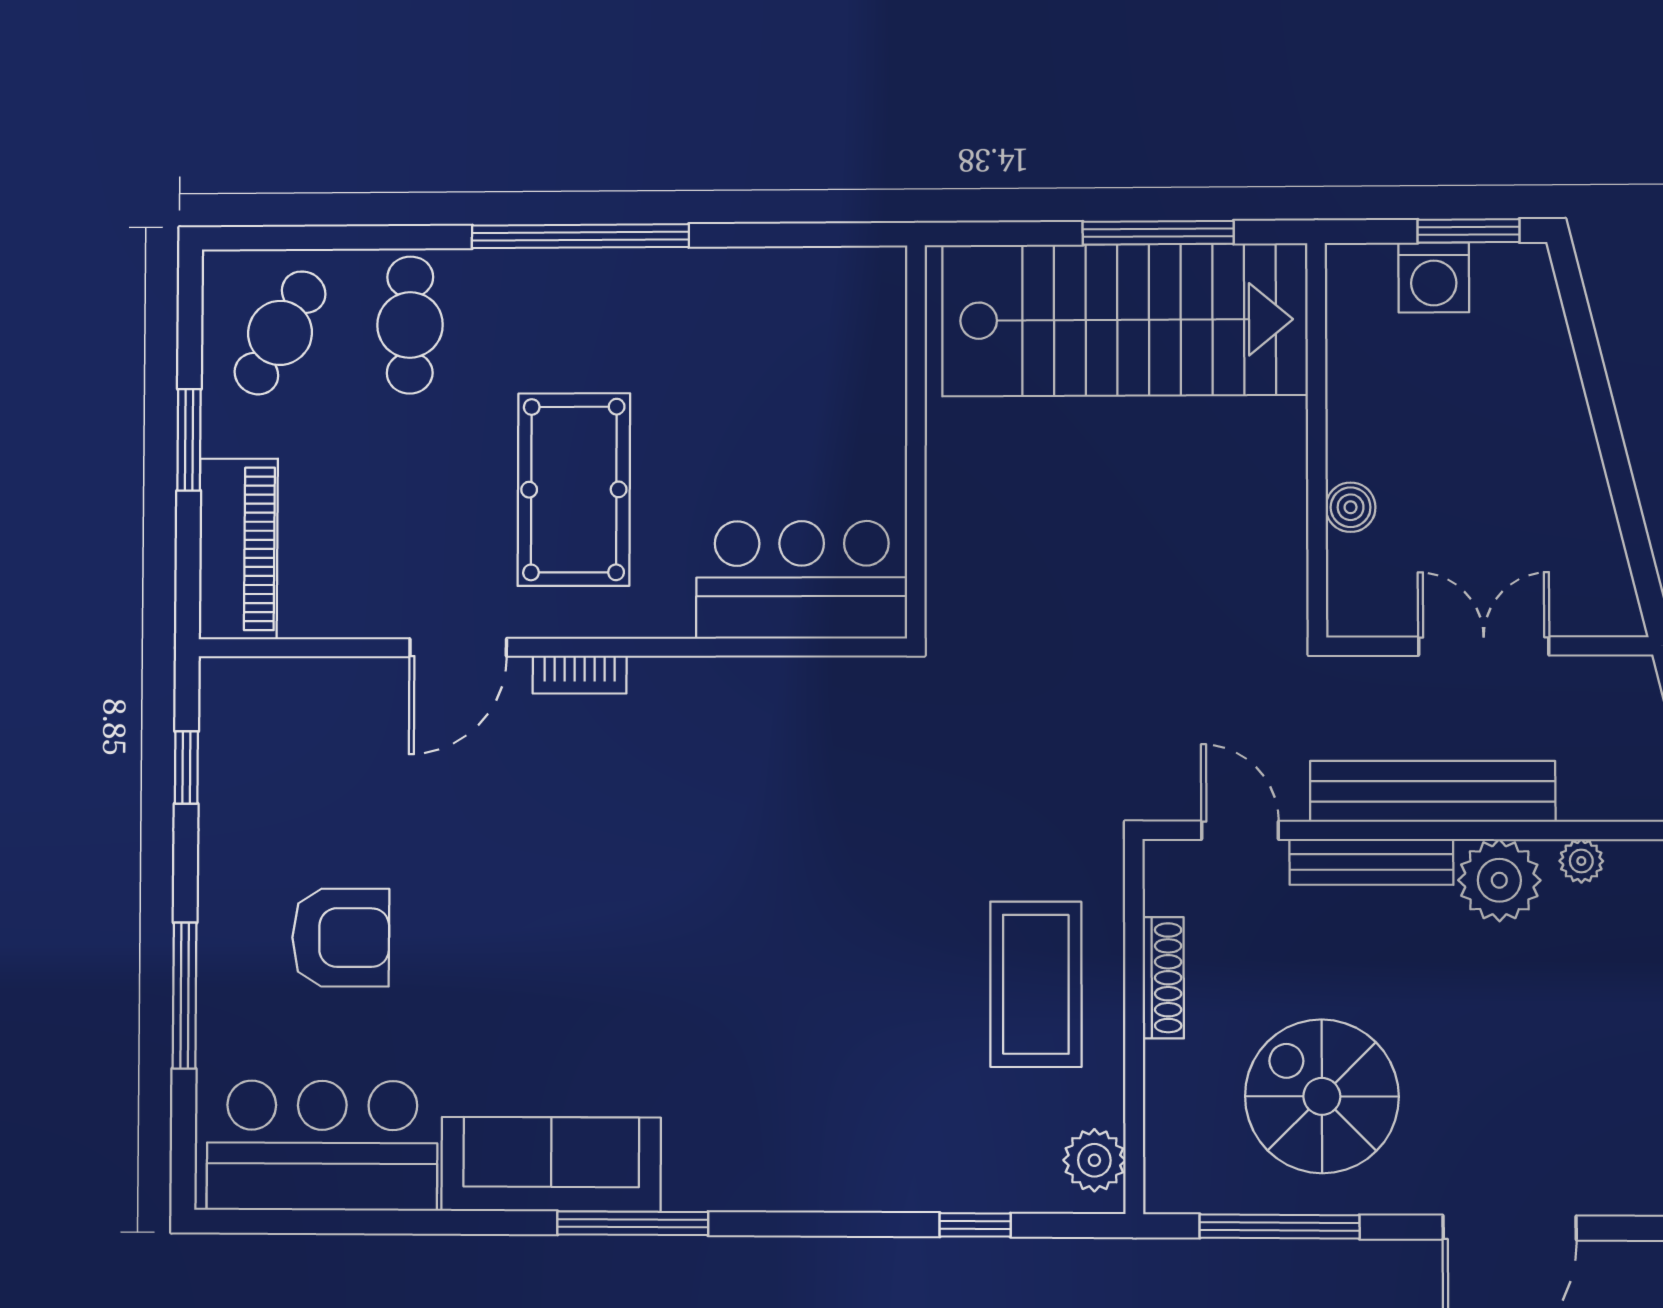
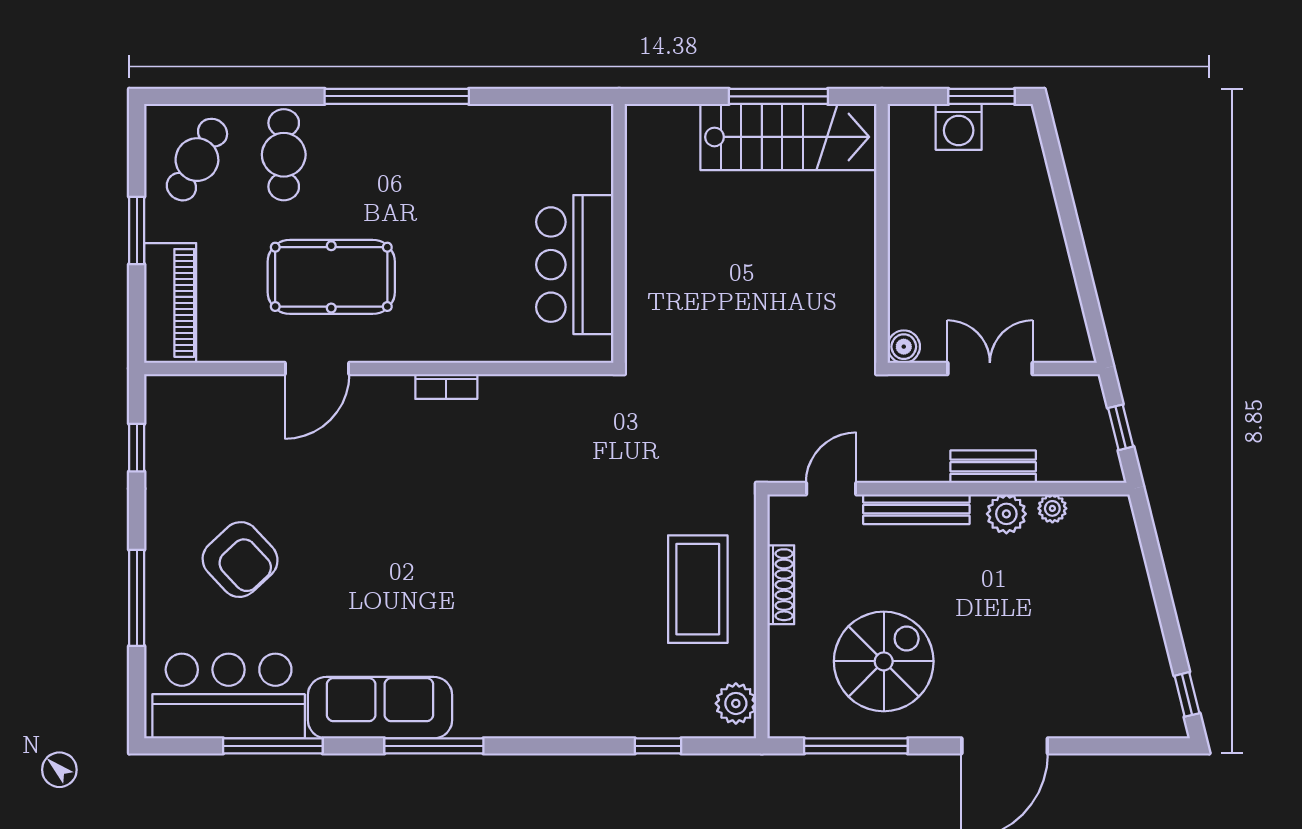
stairs: (1125, 320) -> (788, 137), width x0.73, depth x0.66
pool table: (574, 490) -> (331, 277), moved, turned 90
boiler: (1351, 507) -> (904, 347), moved
bar counter: (802, 580) -> (575, 265), moved, turned -90
bookcase: (580, 675) -> (446, 387), moved
bench: (1433, 791) -> (993, 467), width x0.54, depth x0.82
door: (1240, 830) -> (831, 489), hinge flipped
plant: (1499, 880) -> (1006, 514), width x0.73, depth x0.73
armchair: (341, 938) -> (240, 560), turned 47
spiral stairs: (1322, 1096) -> (884, 661), turned 90
window: (388, 1222) -> (273, 746), added

